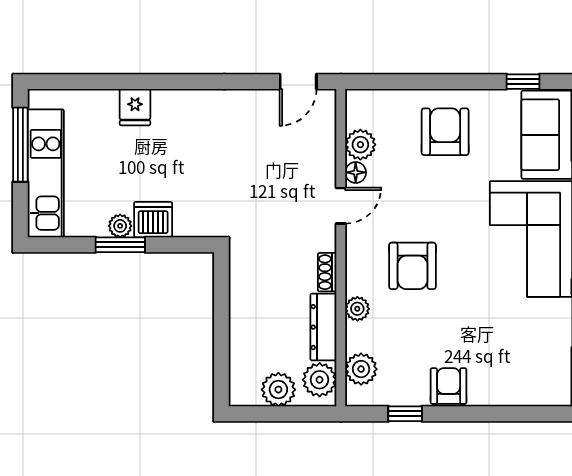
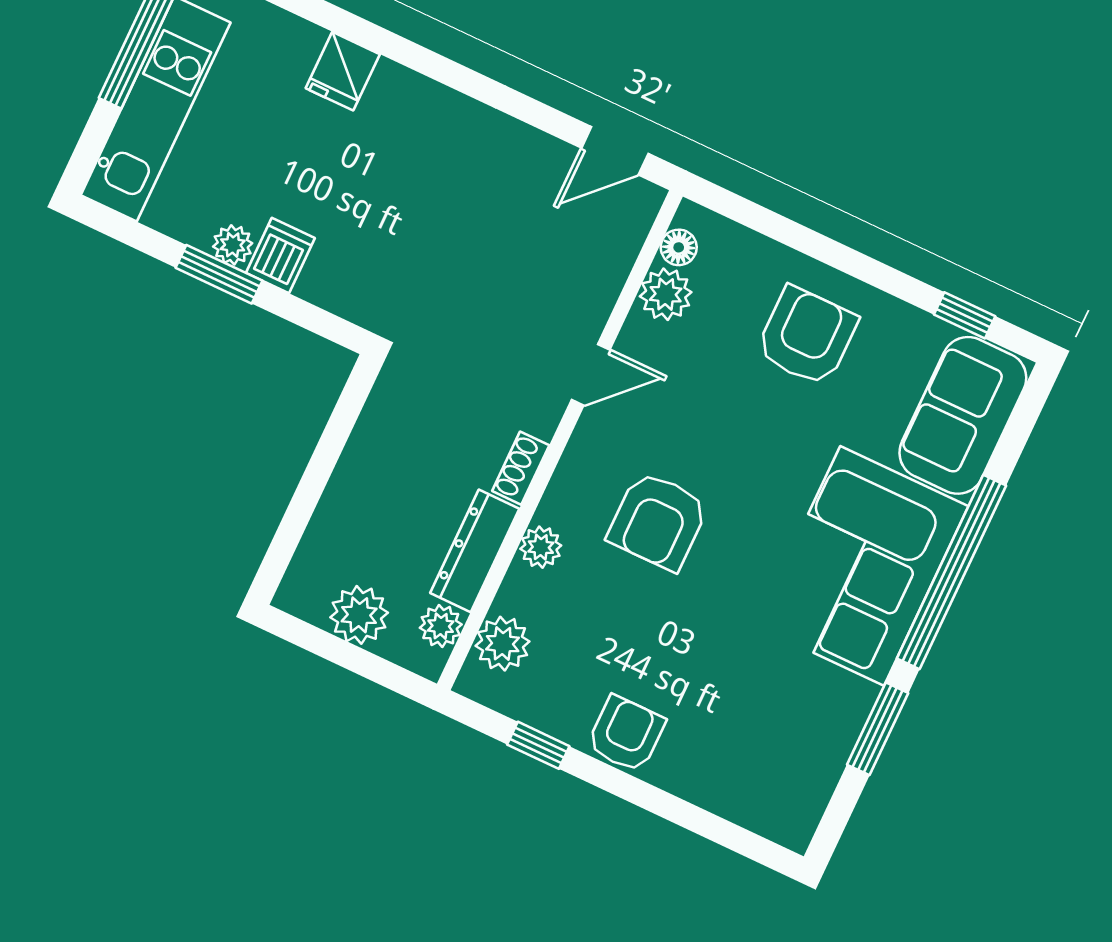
floor lamp: (356, 172) -> (679, 247), moved
dishwasher: (153, 220) -> (280, 255), width x0.73
plant: (320, 380) -> (441, 626), width x0.73, depth x0.73

